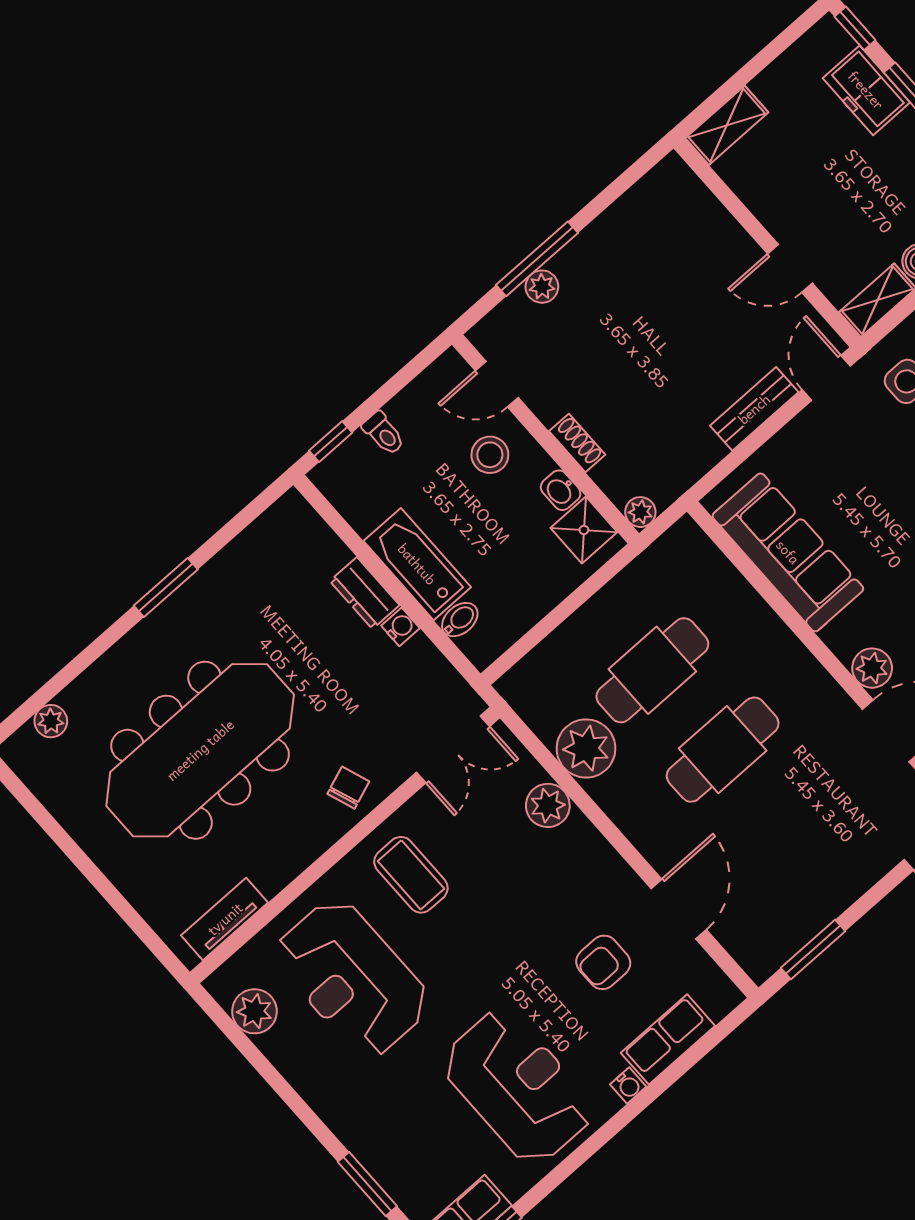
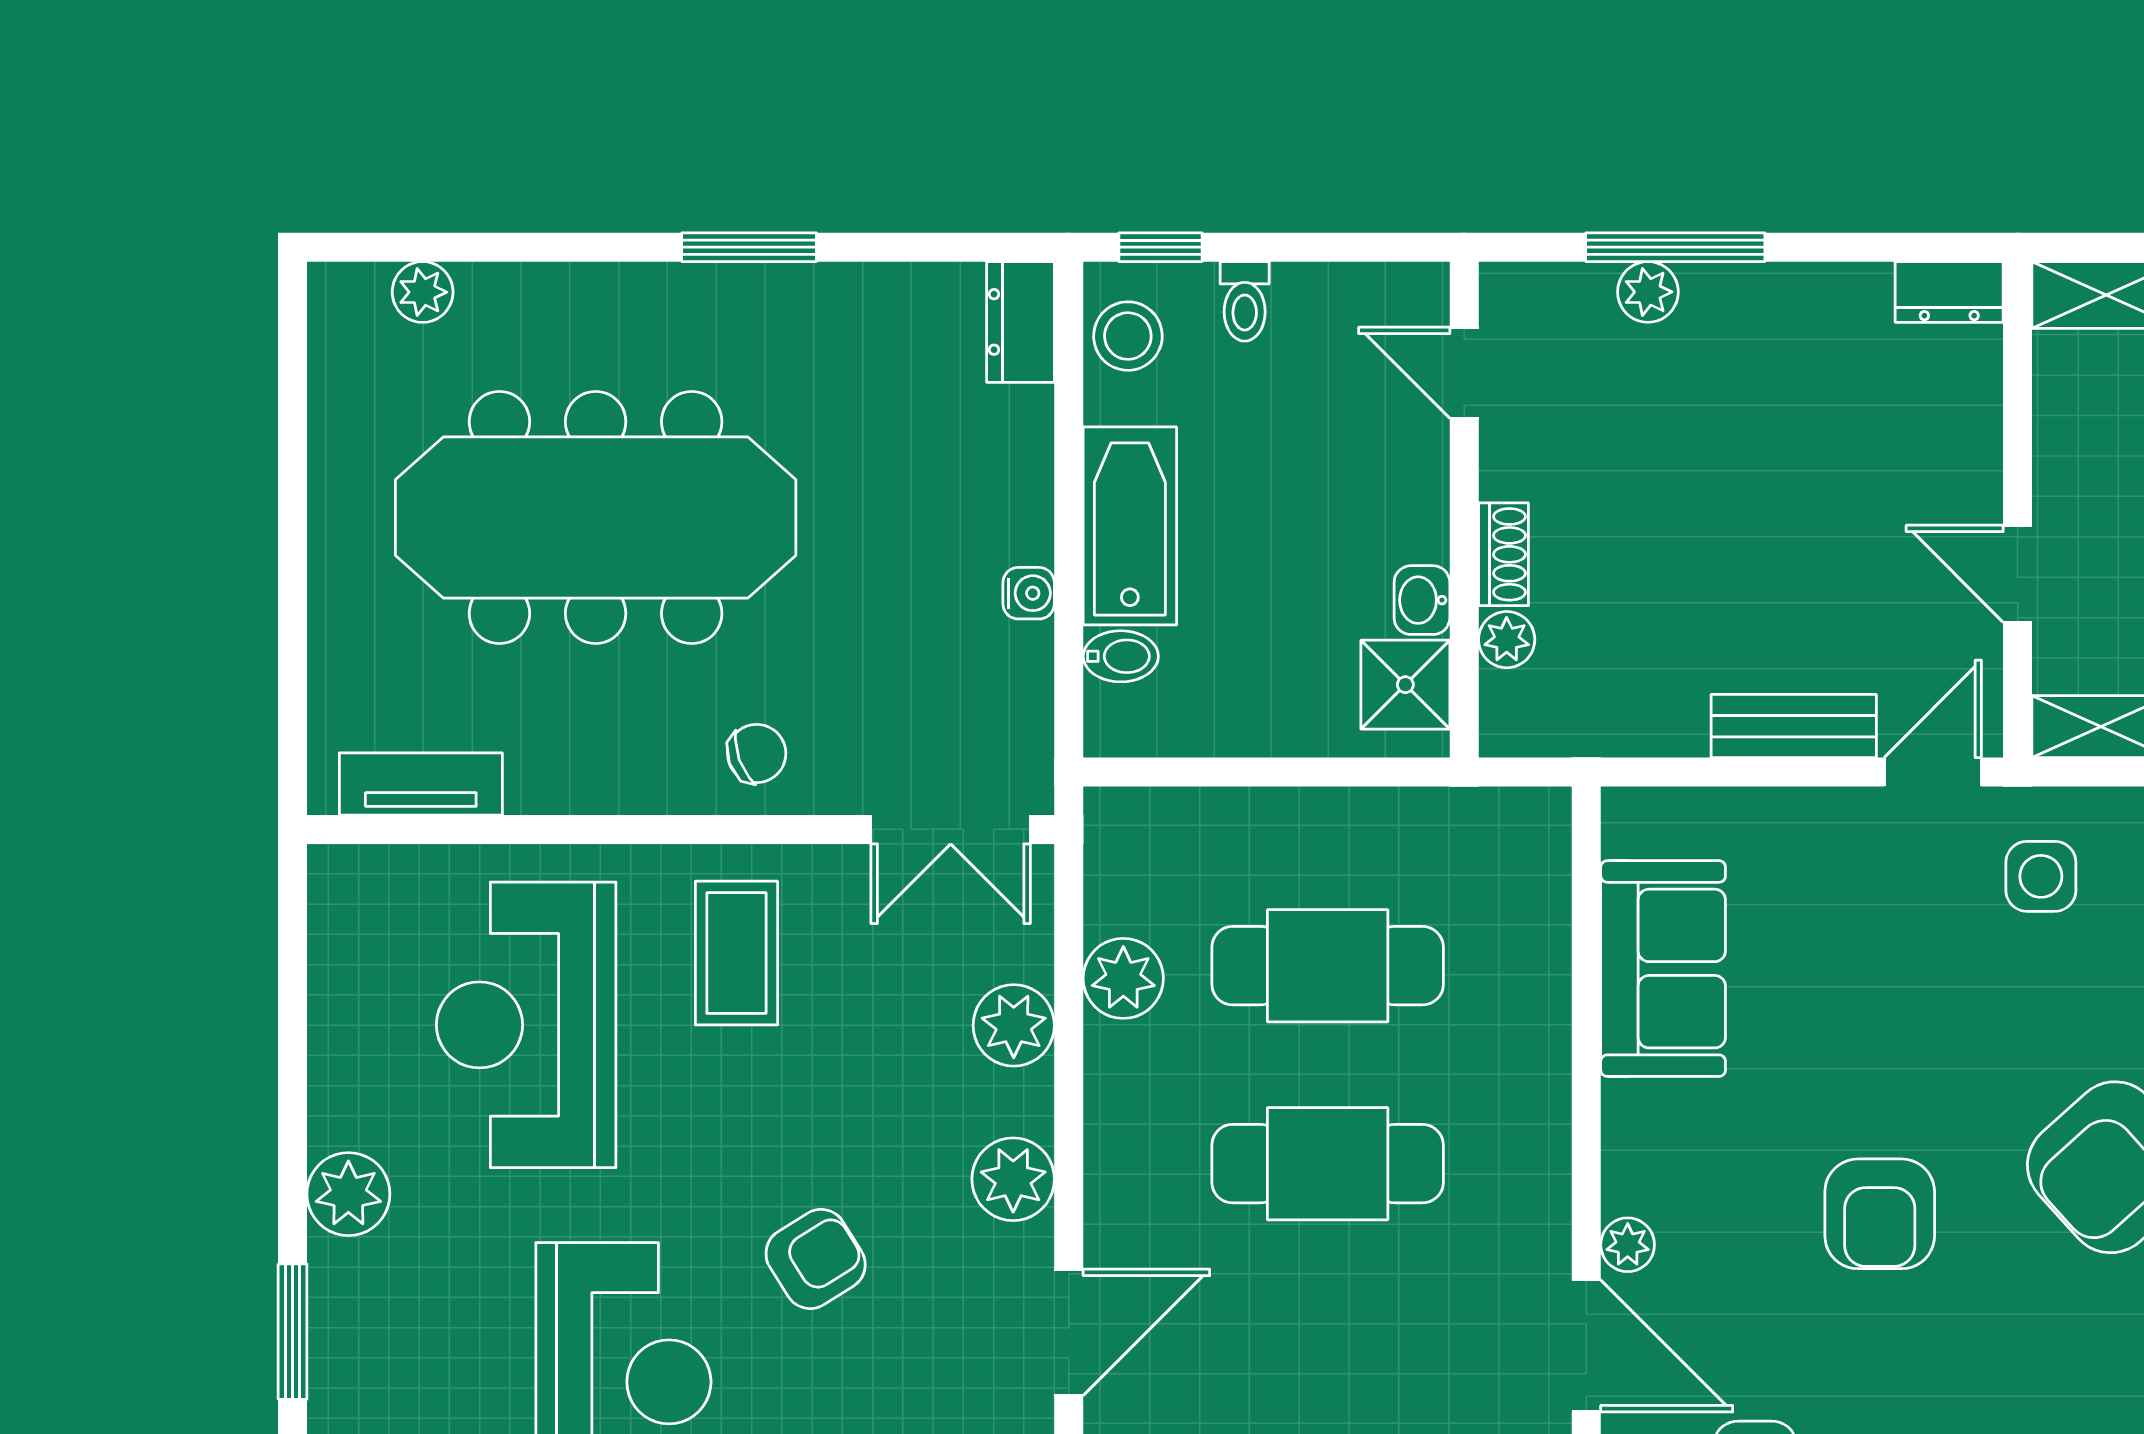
dresser: (663, 180) -> (1949, 292), added
stool: (490, 455) -> (1128, 336), moved
plant: (640, 512) -> (1507, 640), moved
sofa: (788, 552) -> (1663, 969), width x0.73
dresser: (365, 593) -> (1020, 322), moved
plant: (872, 668) -> (1628, 1245), width x0.73, depth x0.73
plant: (586, 748) -> (1123, 978), width x0.73, depth x0.73
plant: (602, 867) -> (1013, 1179), added
armchair: (603, 962) -> (816, 1259), moved, turned 148
plant: (254, 1011) -> (348, 1194), moved

